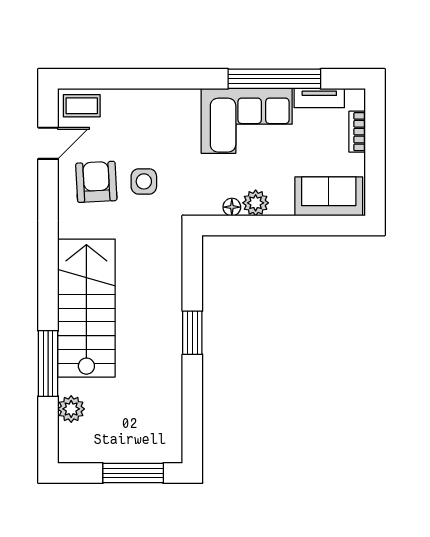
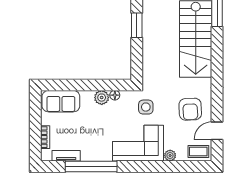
plant: (133, 99) -> (170, 155), added
corner sofa: (247, 121) -> (138, 143), moved
side table: (144, 181) -> (146, 107), moved

